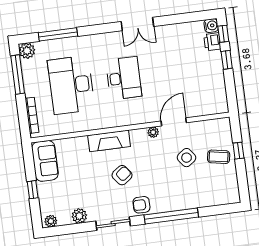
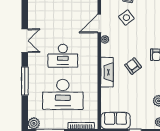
window: (58, 34) -> (25, 81), moved
desk: (124, 78) -> (63, 56), turned 180
door: (174, 122) -> (99, 24), hinge flipped

